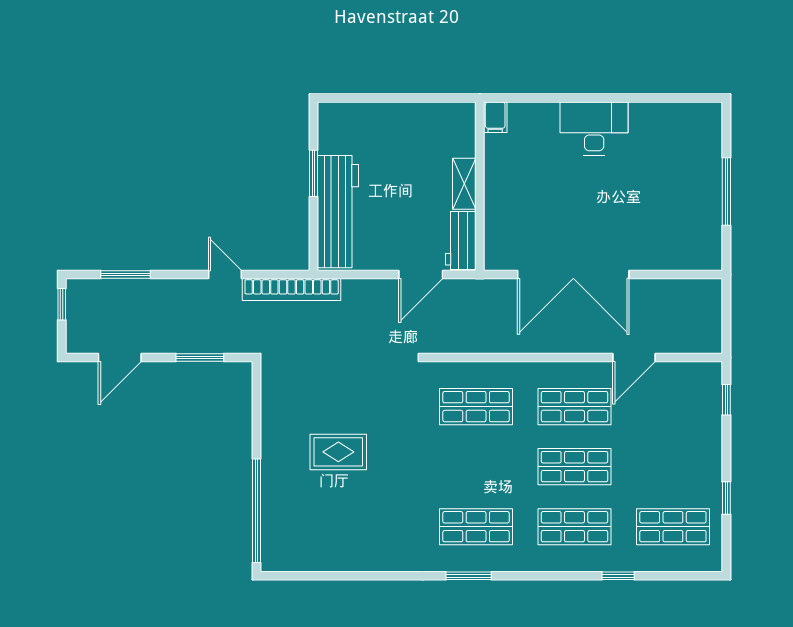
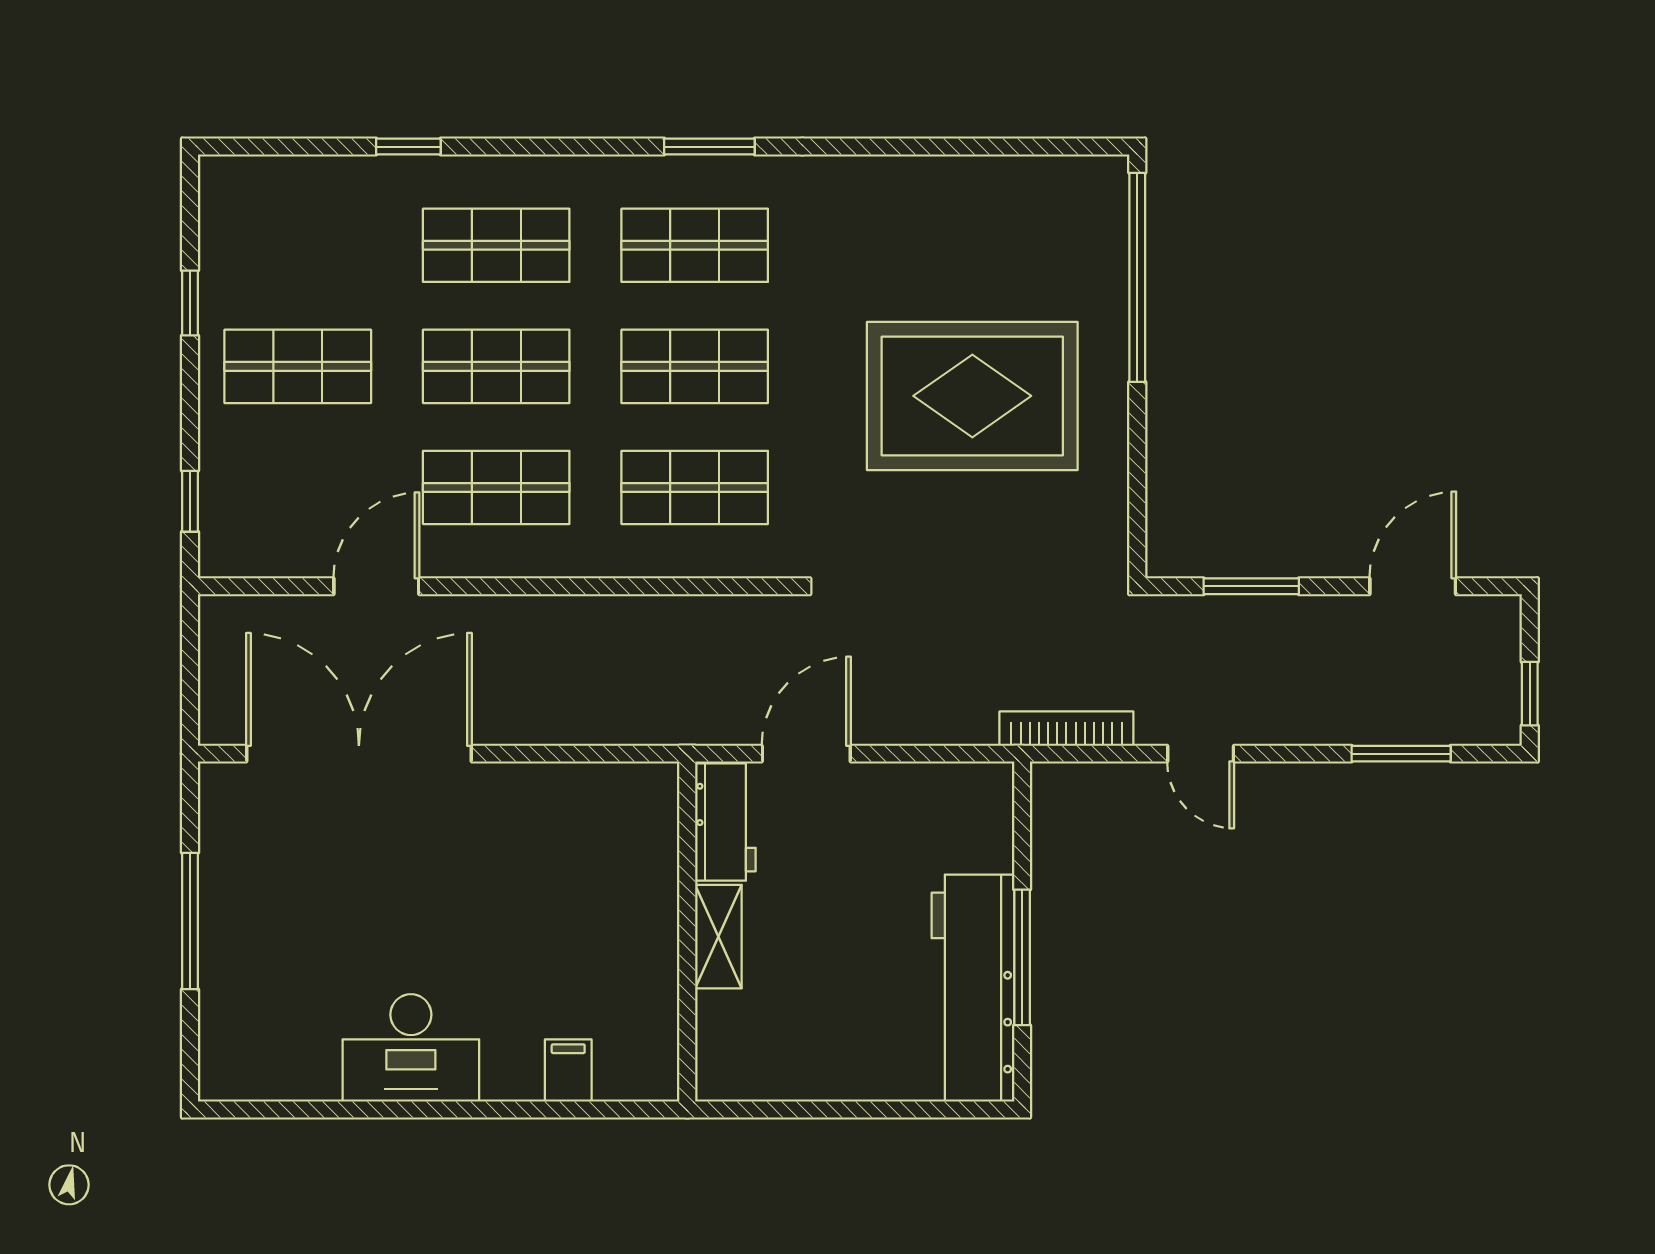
filing cabinet: (495, 117) -> (568, 1071), moved
desk: (594, 128) -> (411, 1048), moved
window: (314, 173) -> (1022, 957), width x1.44
workbench: (338, 212) -> (973, 988), moved
double door: (573, 275) -> (359, 754), moved
bookcase: (292, 290) -> (1066, 729), width x0.68, depth x0.76
rug: (338, 452) -> (972, 396), width x1.86, depth x2.06
shop shelf: (476, 467) -> (695, 366), added
shop shelf: (673, 527) -> (298, 366), moved

